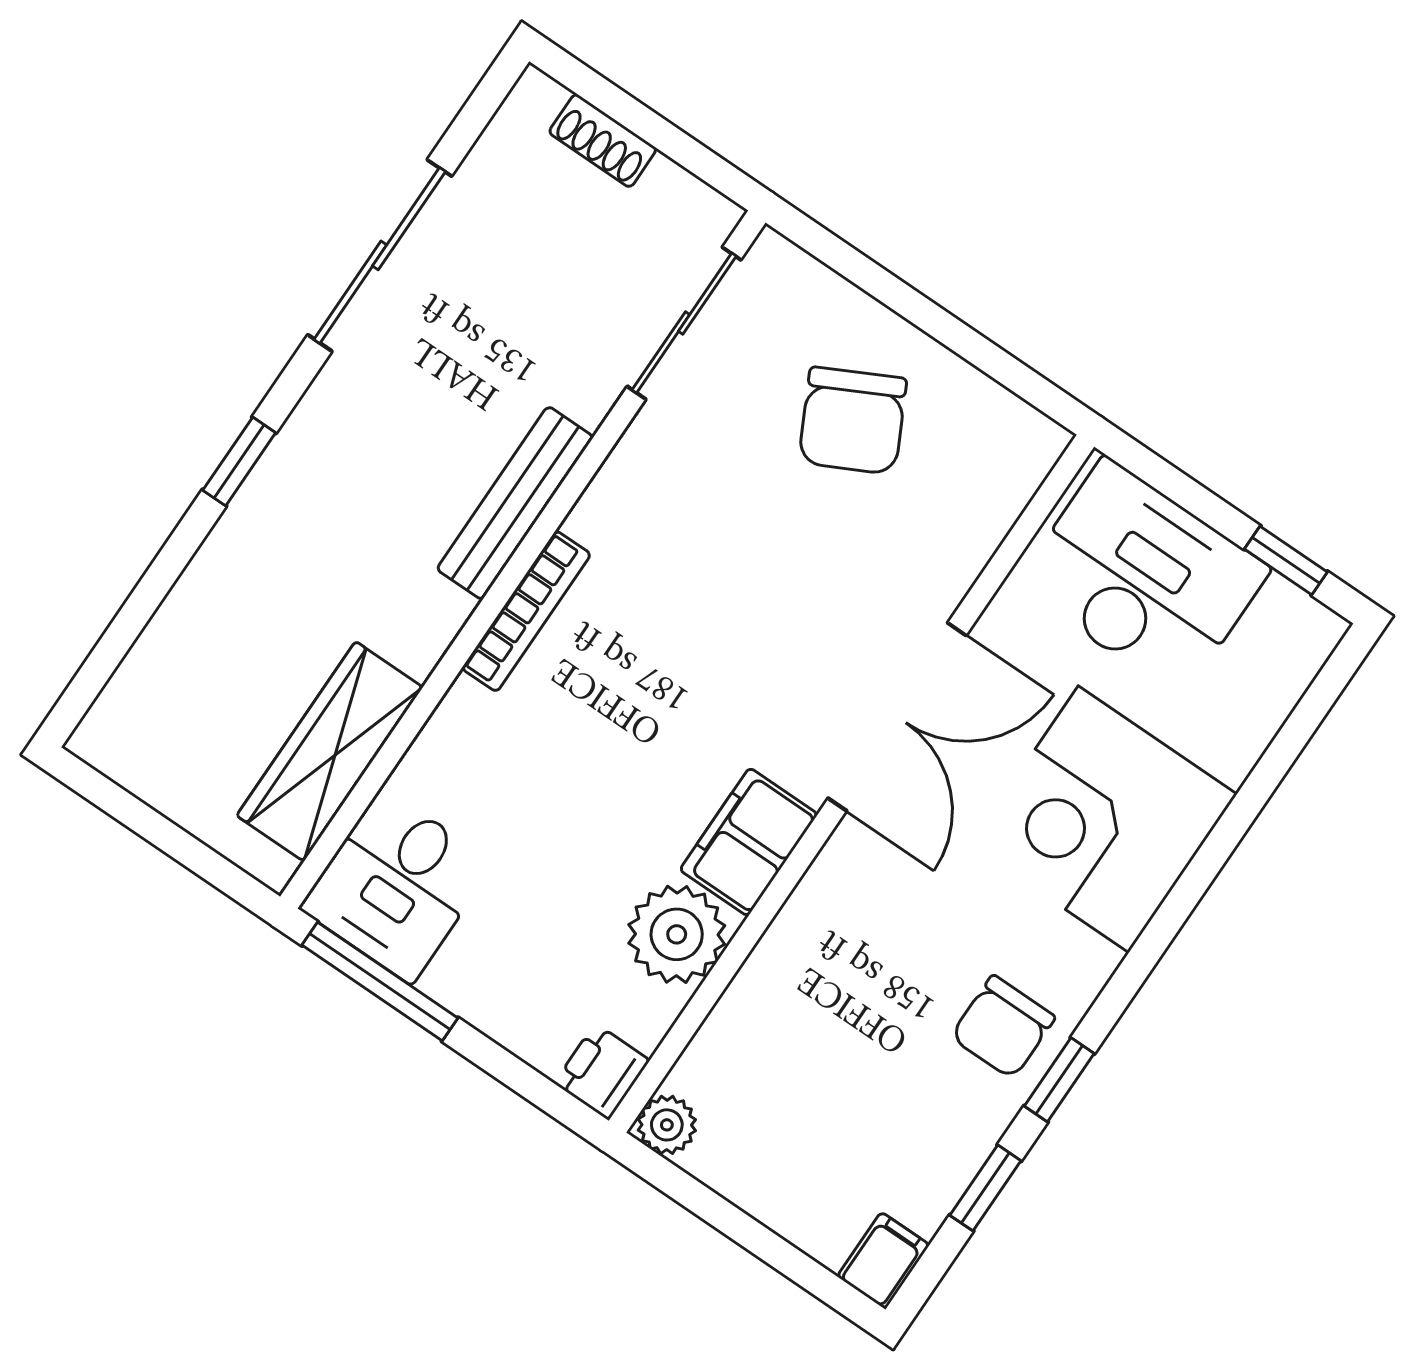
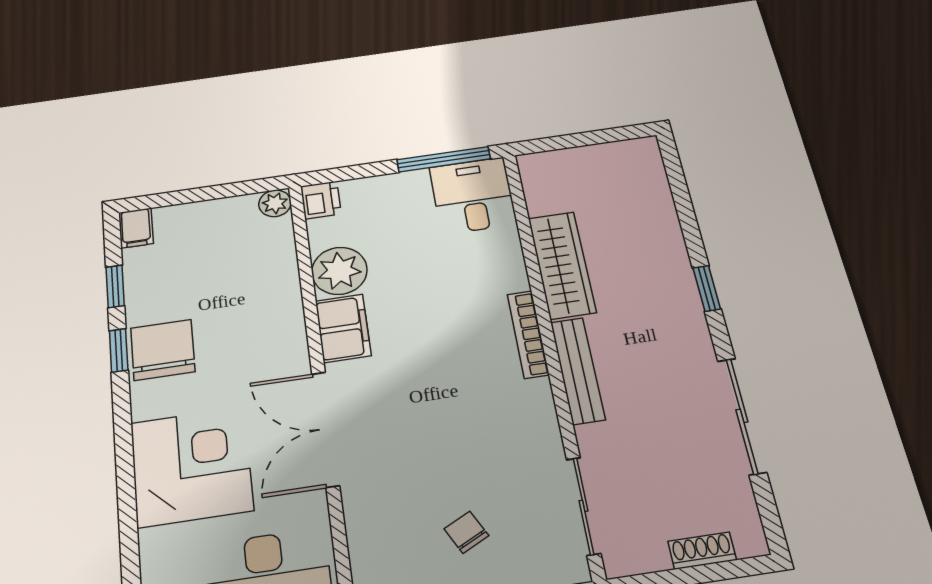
chair: (853, 421) -> (466, 532), width x0.54, depth x0.54
wardrobe: (330, 751) -> (562, 265), moved
chair: (1003, 1027) -> (163, 350), width x1.37, depth x1.37

